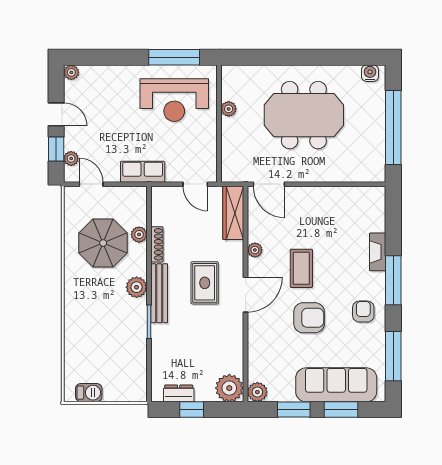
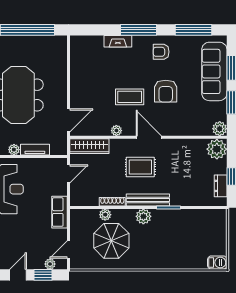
tv unit: (228, 138) -> (35, 150), added
armchair: (309, 318) -> (166, 91), turned 180
barbecue: (89, 393) -> (217, 263), moved, turned 90

